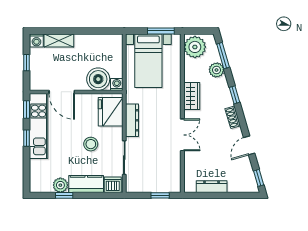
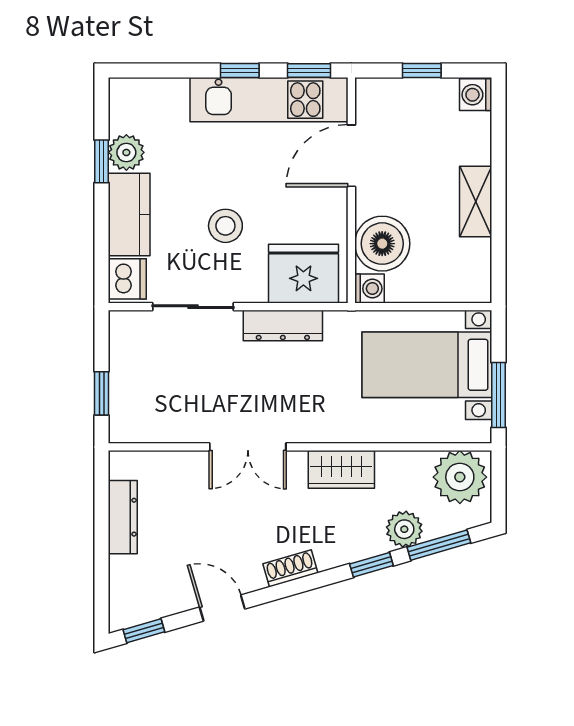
shelving: (59, 40) -> (476, 201), moved
window: (234, 95) -> (371, 565), moved

